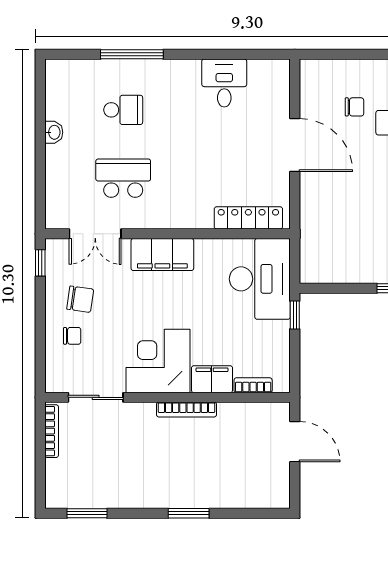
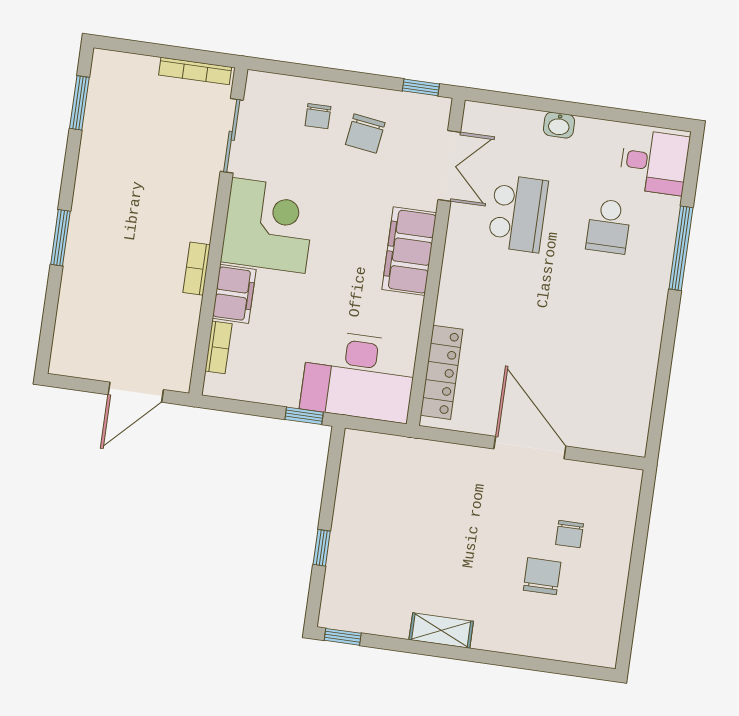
desk: (224, 83) -> (654, 162), moved
washbasin: (54, 132) -> (559, 125), moved
door: (295, 145) -> (530, 448), swing flipped
double door: (95, 234) -> (449, 166), swing flipped
bookcase: (186, 410) -> (197, 269), width x0.64

